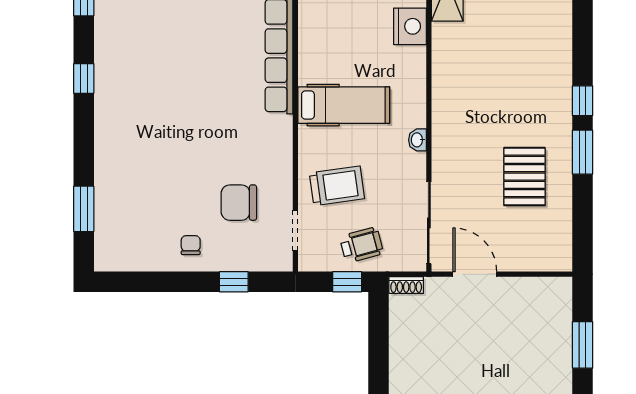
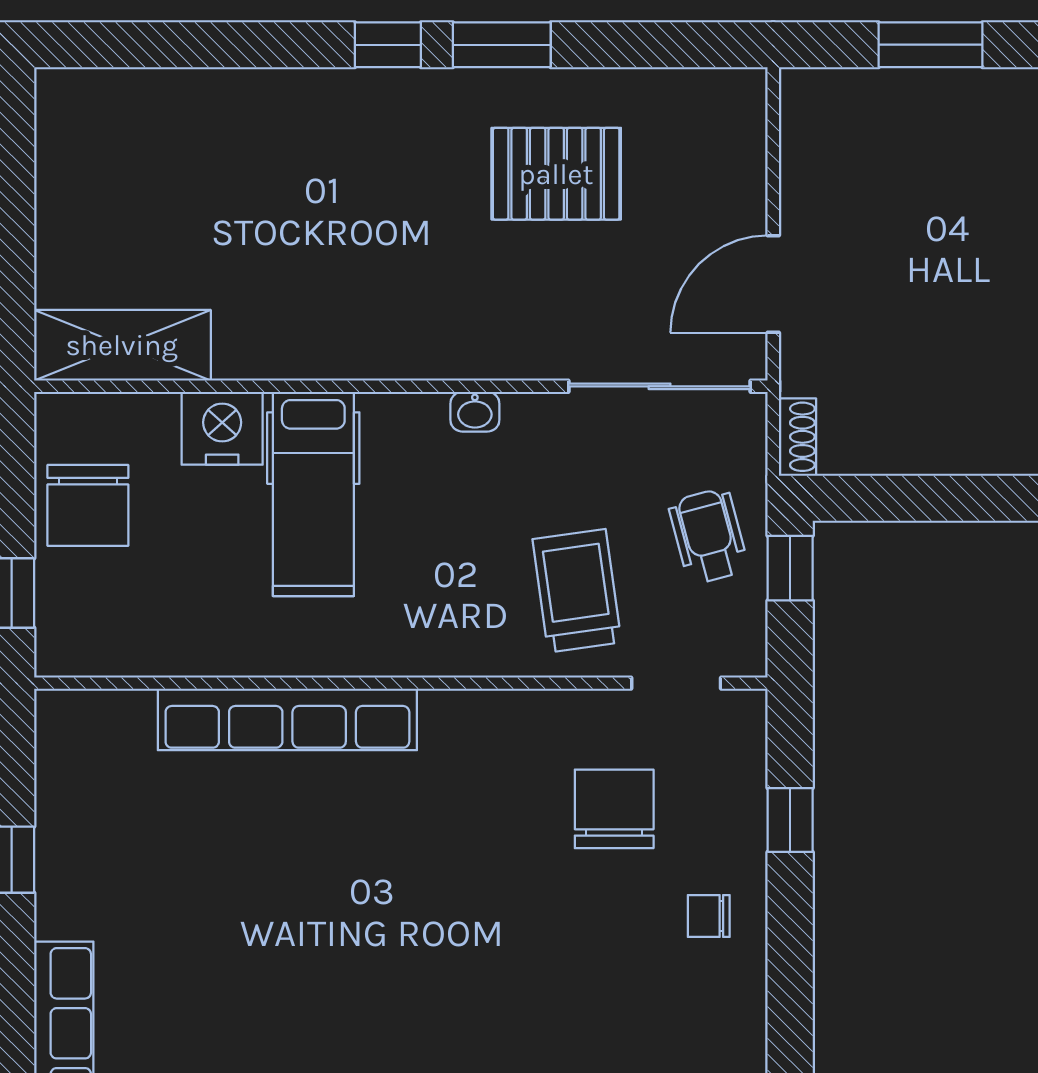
hospital bed: (344, 105) -> (313, 494), moved, turned 180
chair: (239, 203) -> (614, 809), turned 180

